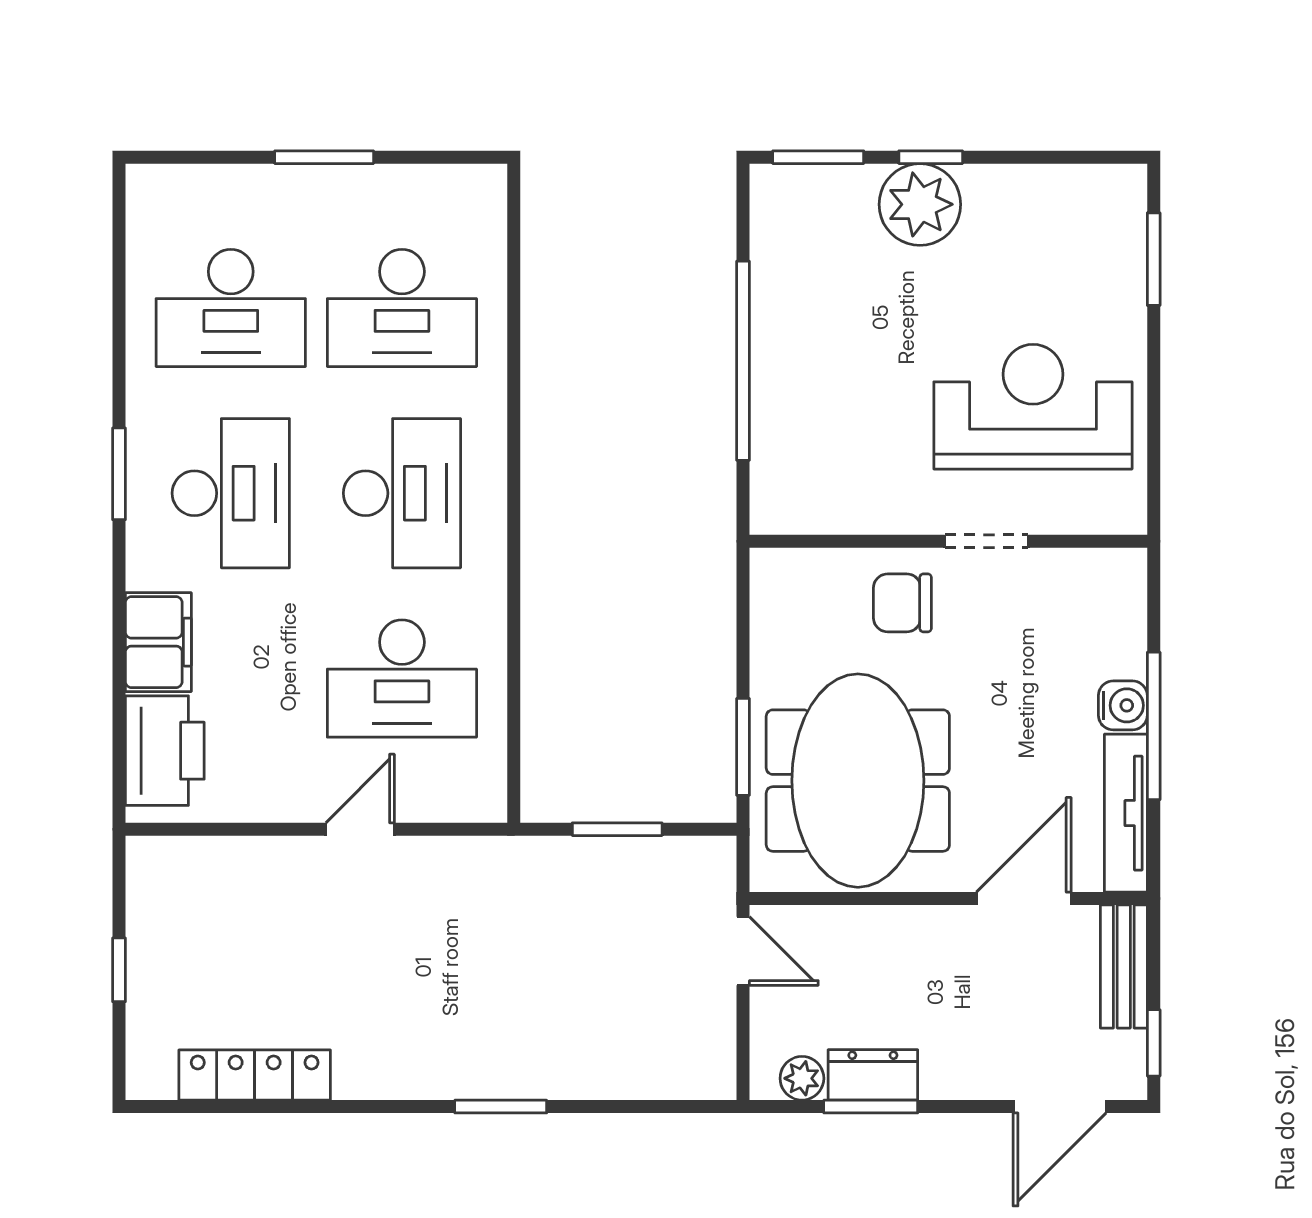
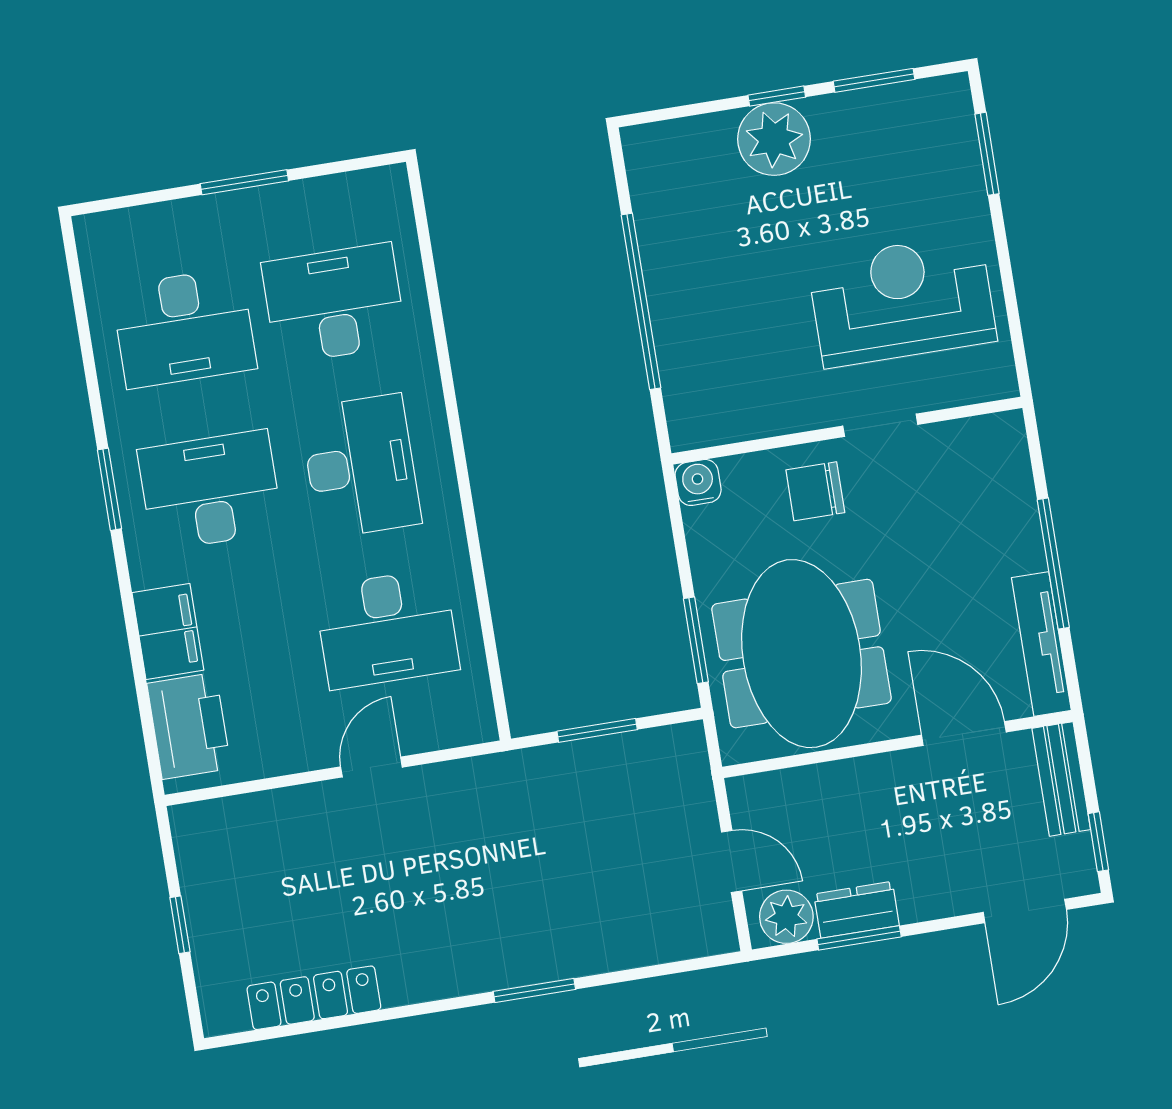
window: (818, 157) -> (874, 80), moved
desk: (402, 308) -> (334, 304), turned 180
desk: (231, 493) -> (210, 490), turned -90
water cooler: (1123, 705) -> (698, 482), moved, turned -90
door: (1024, 899) -> (964, 734), hinge flipped
door: (743, 951) -> (732, 861), moved
plant: (802, 1078) -> (786, 917), width x1.38, depth x1.38

